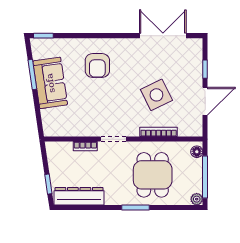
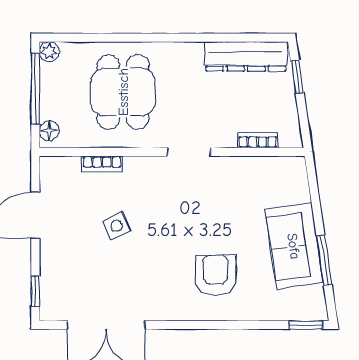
window: (205, 69) -> (35, 291), moved
side table: (156, 95) -> (117, 226), width x0.54, depth x0.54
bookcase: (159, 132) -> (102, 164), width x0.64
bookcase: (85, 146) -> (258, 140), moved
window: (136, 208) -> (152, 38), removed

